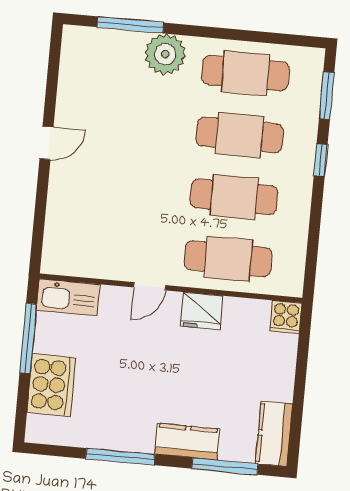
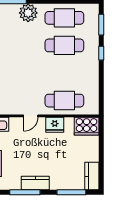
cafe table: (234, 197) -> (64, 73), removed
cooker: (286, 317) -> (87, 126), width x1.87, depth x1.31
kitchen counter: (187, 442) -> (35, 183), moved

